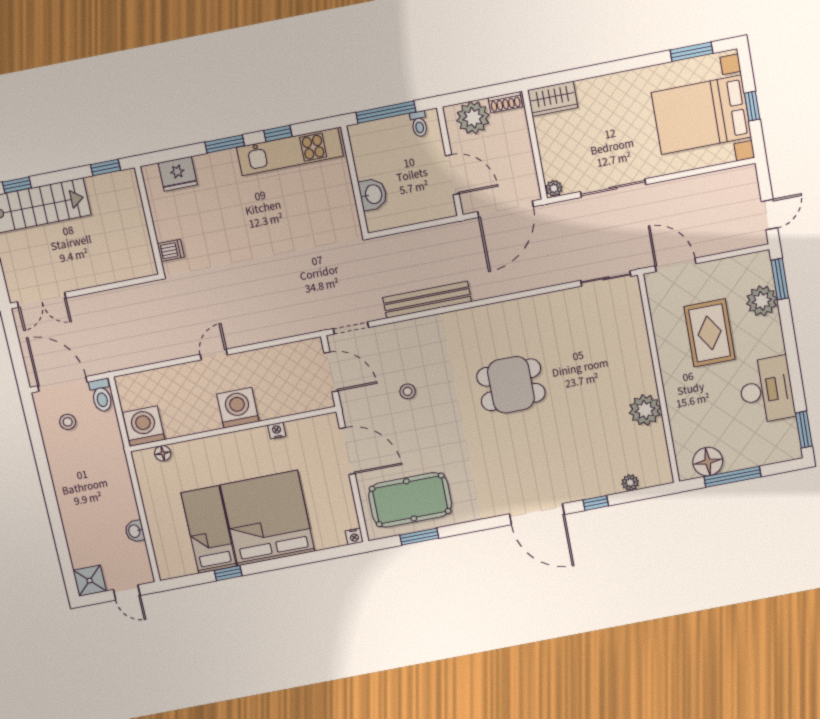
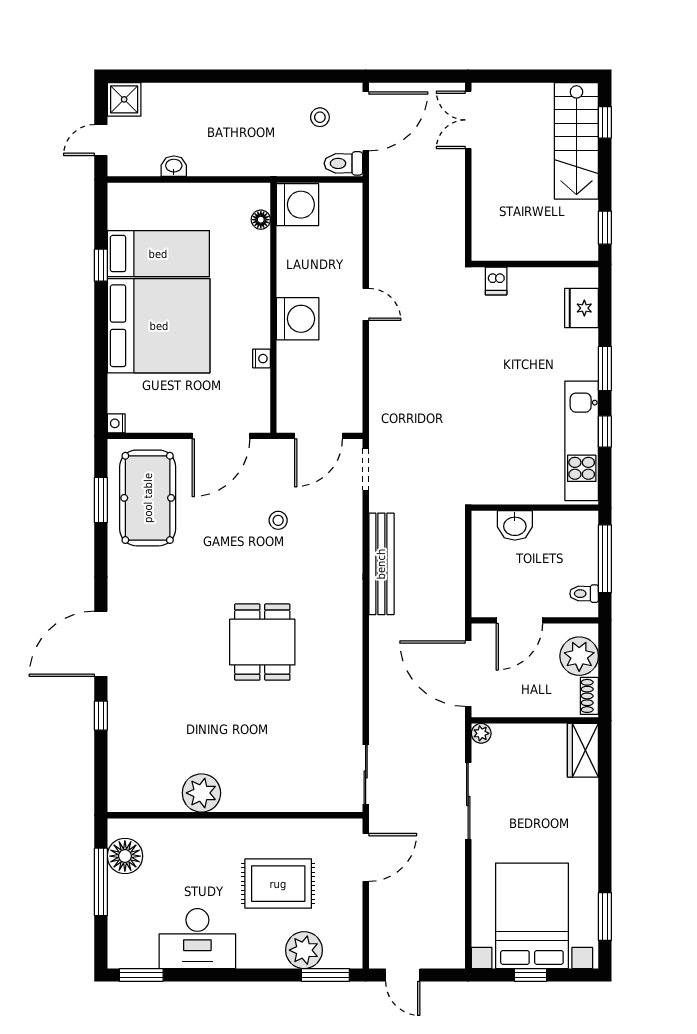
plant: (630, 483) -> (118, 760), removed

